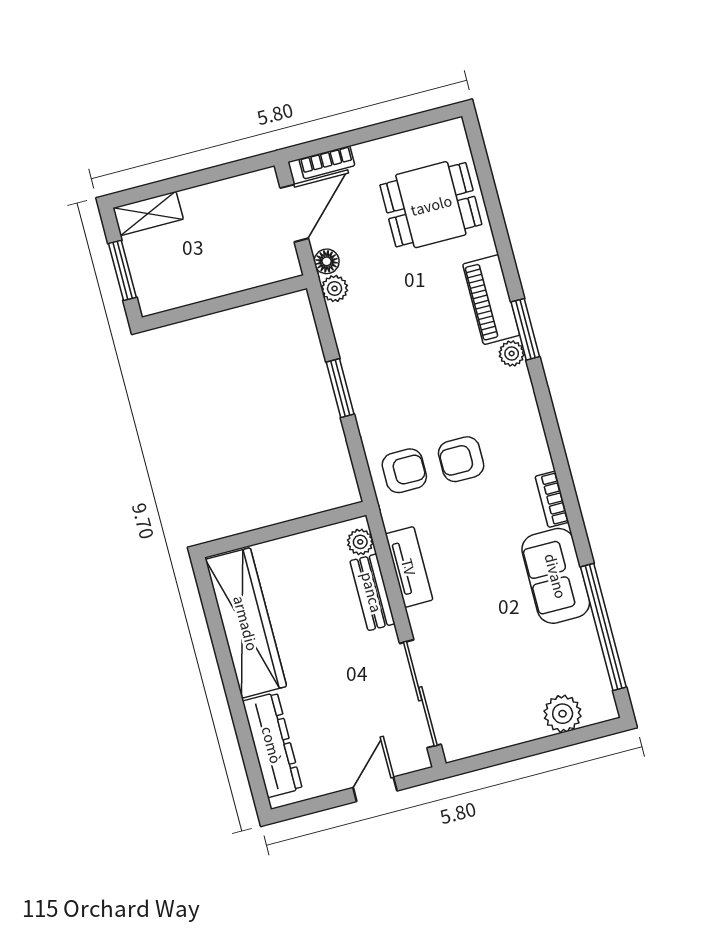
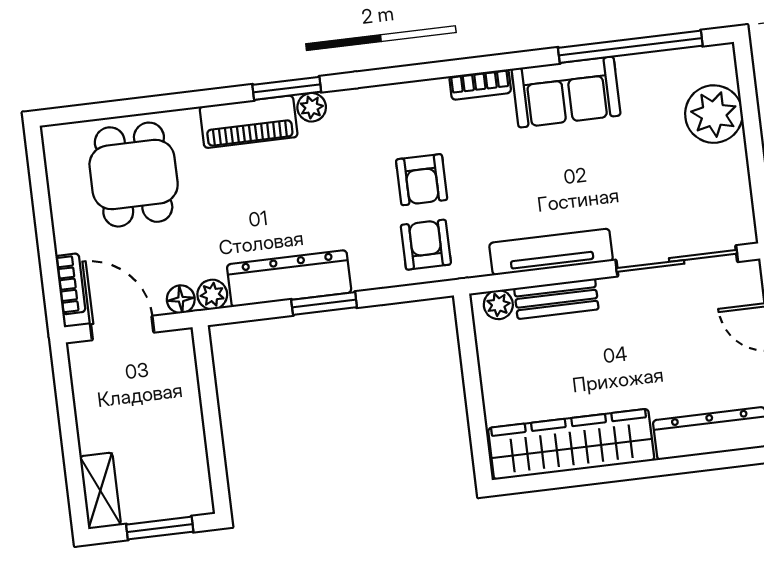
dresser: (358, 354) -> (289, 279), added
tv unit: (409, 567) -> (551, 252), width x1.41
plant: (563, 714) -> (714, 114), width x1.36, depth x1.36

